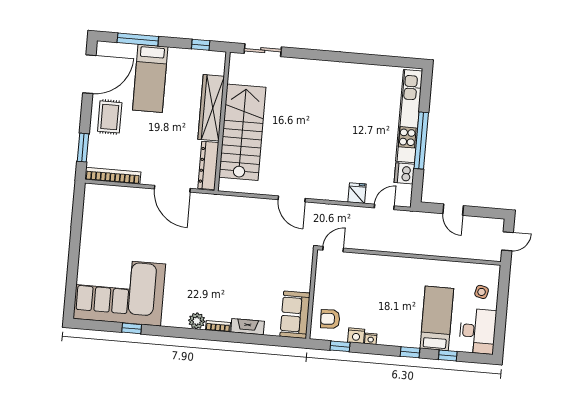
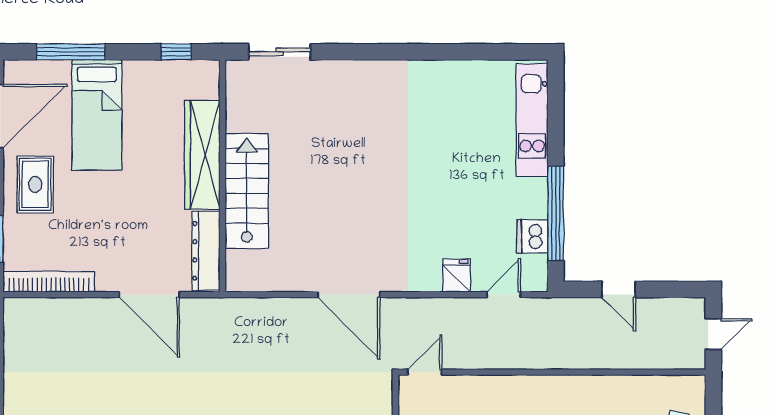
kitchen unit: (409, 116) -> (532, 120), width x0.73
stairs: (242, 132) -> (247, 191), width x0.73, depth x0.66
window: (421, 141) -> (556, 213), moved
door: (292, 199) -> (349, 295), width x1.36

